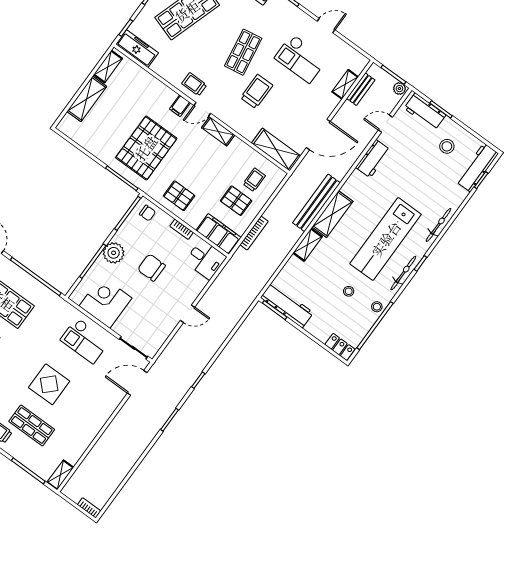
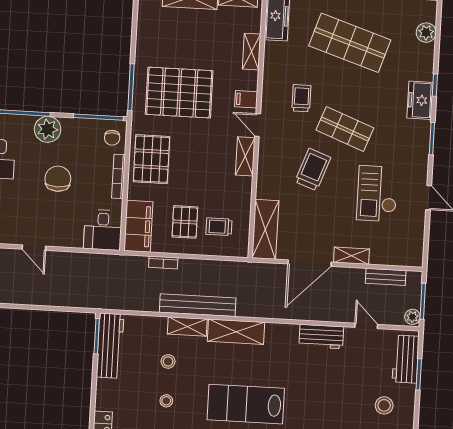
shop shelf: (243, 52) -> (345, 129), turned 30
shelving: (150, 81) -> (252, 52), added
trolley: (194, 84) -> (301, 98), moved
shelving: (345, 84) -> (351, 256), moved
trolley: (257, 91) -> (313, 170), turned -70
door: (318, 134) -> (310, 263), hinge flipped
trolley: (254, 180) -> (219, 227), turned 180
pallet: (179, 196) -> (151, 159), width x1.50, depth x1.42
bench: (316, 203) -> (198, 305), moved
bookcase: (182, 229) -> (119, 176), width x1.56
bookcase: (254, 233) -> (163, 263), width x0.64
lab bench: (386, 239) -> (246, 404), width x0.73
stool: (323, 273) -> (168, 361), added

